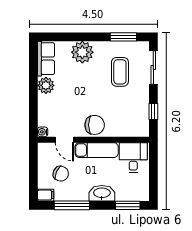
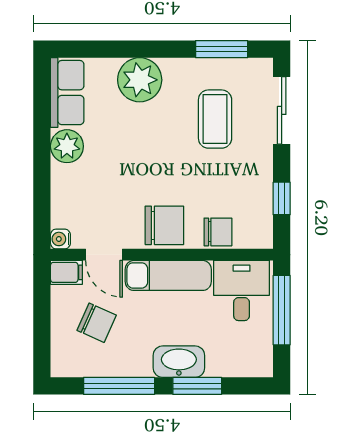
chair: (121, 128) -> (218, 232), added
window: (153, 167) -> (282, 310), added
filing cabinet: (46, 195) -> (66, 272), moved
window: (128, 205) -> (197, 386), moved

